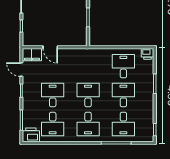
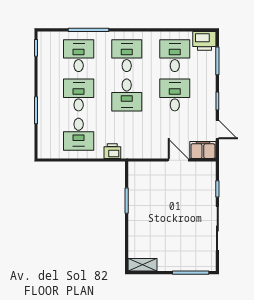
printer: (148, 54) -> (112, 151), moved
desk: (53, 95) -> (175, 95), turned 180
desk: (123, 95) -> (79, 95), turned 180

